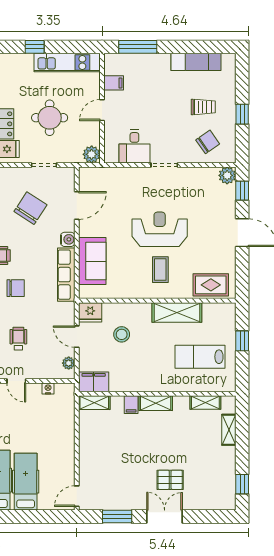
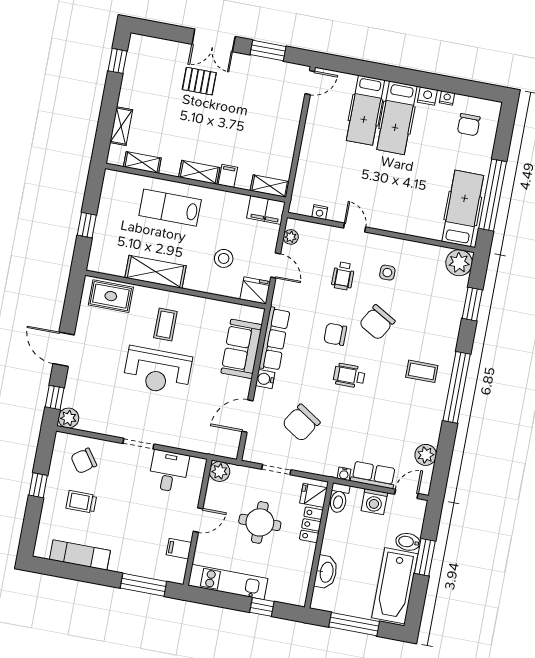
lab bench: (200, 357) -> (170, 208), moved, turned 180

